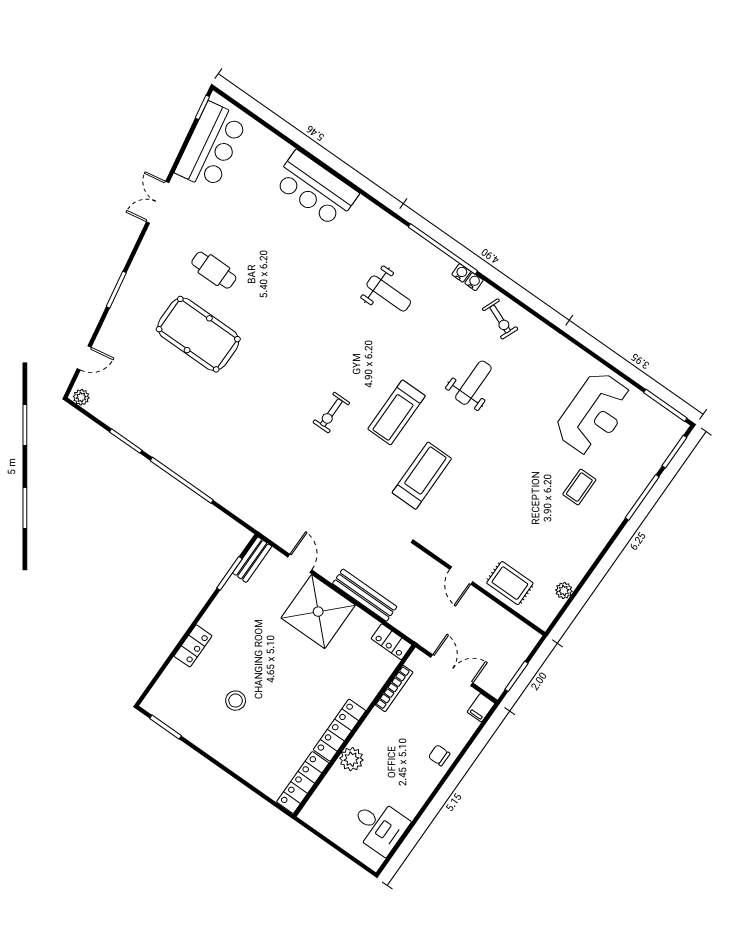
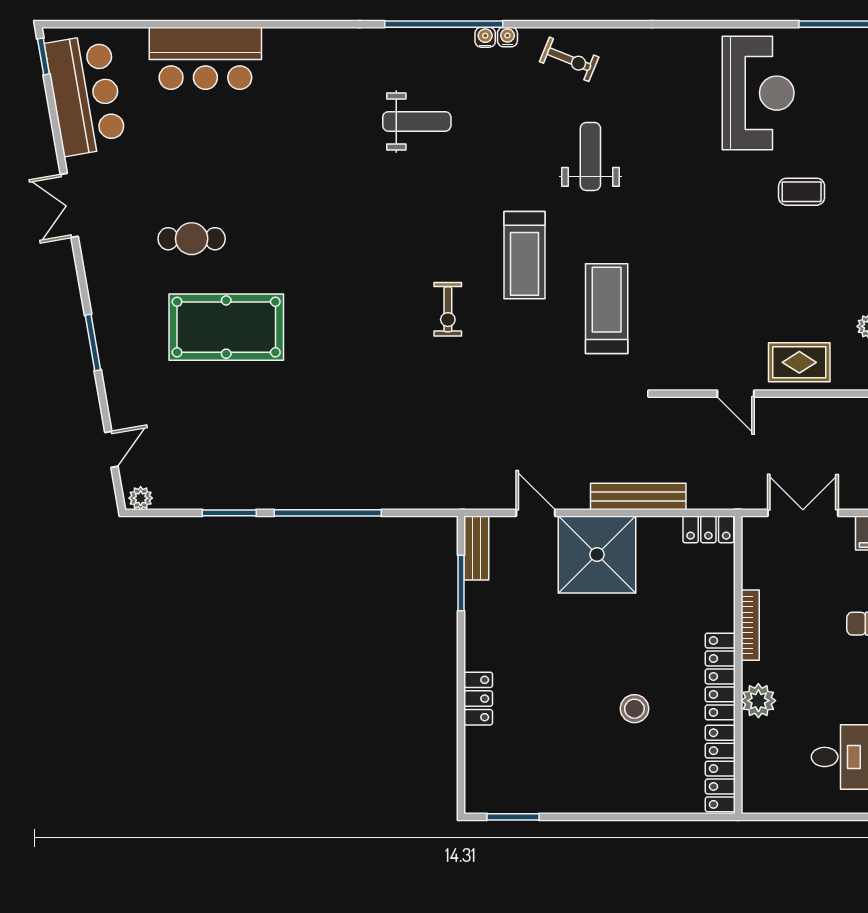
bar counter: (316, 189) -> (205, 58), moved
coffee table: (579, 487) -> (802, 192), turned 90
bookcase: (394, 689) -> (750, 625), moved
stool: (236, 701) -> (634, 709), moved

